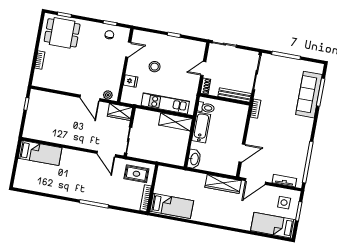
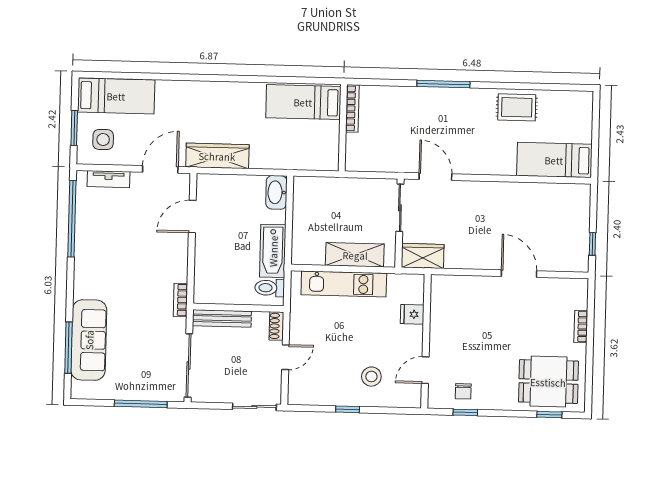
stool: (155, 67) -> (371, 377), moved
plant: (108, 95) -> (449, 283), removed
door: (90, 98) -> (519, 274), moved
shelving: (176, 122) -> (355, 255), moved
rug: (136, 174) -> (517, 107), moved

